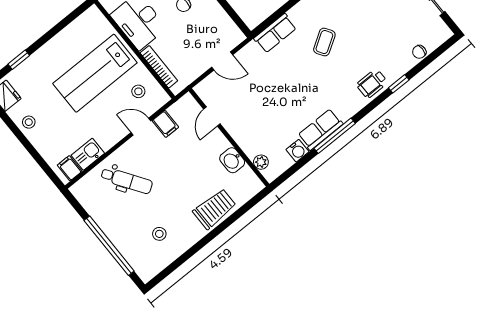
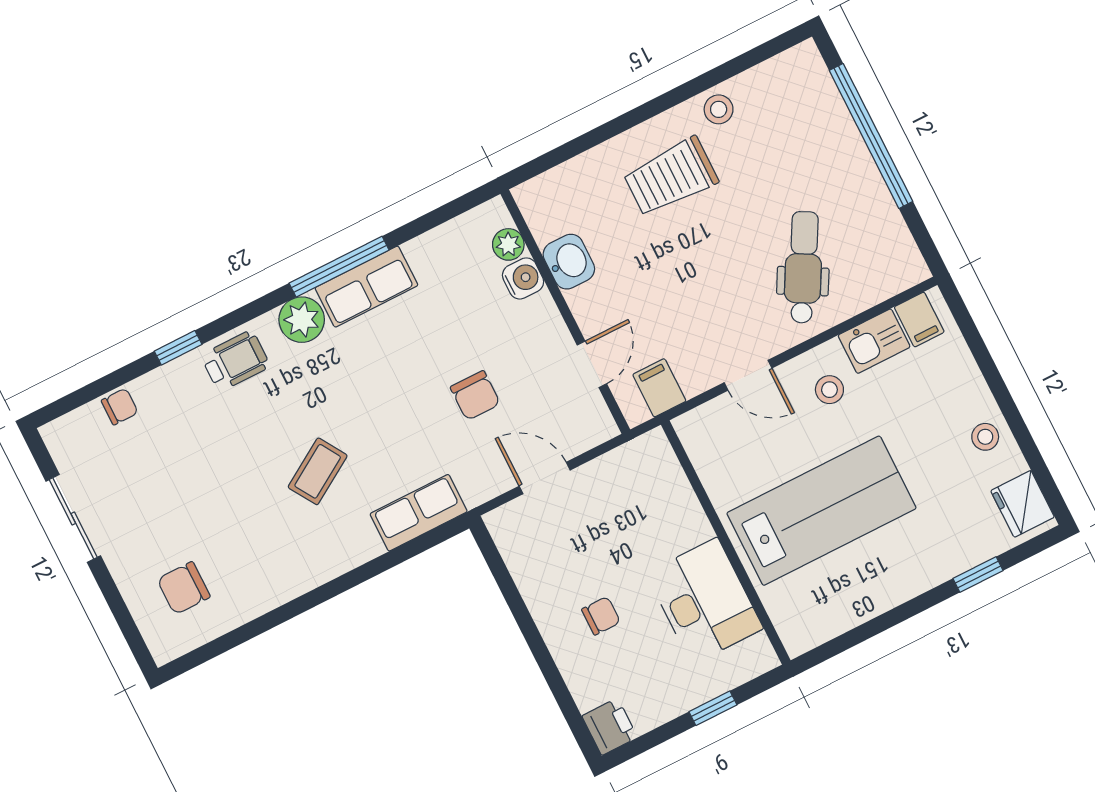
bookcase: (159, 67) -> (682, 495), removed
stool: (138, 91) -> (829, 390), moved
chair: (261, 91) -> (475, 395), added
plant: (346, 108) -> (302, 320), added
filing cabinet: (165, 124) -> (659, 388), moved
water cooler: (297, 151) -> (523, 278), moved, turned 90
dental chair: (127, 180) -> (803, 267), turned 63
trolley: (214, 209) -> (671, 177), moved
stool: (159, 234) -> (719, 109), moved

